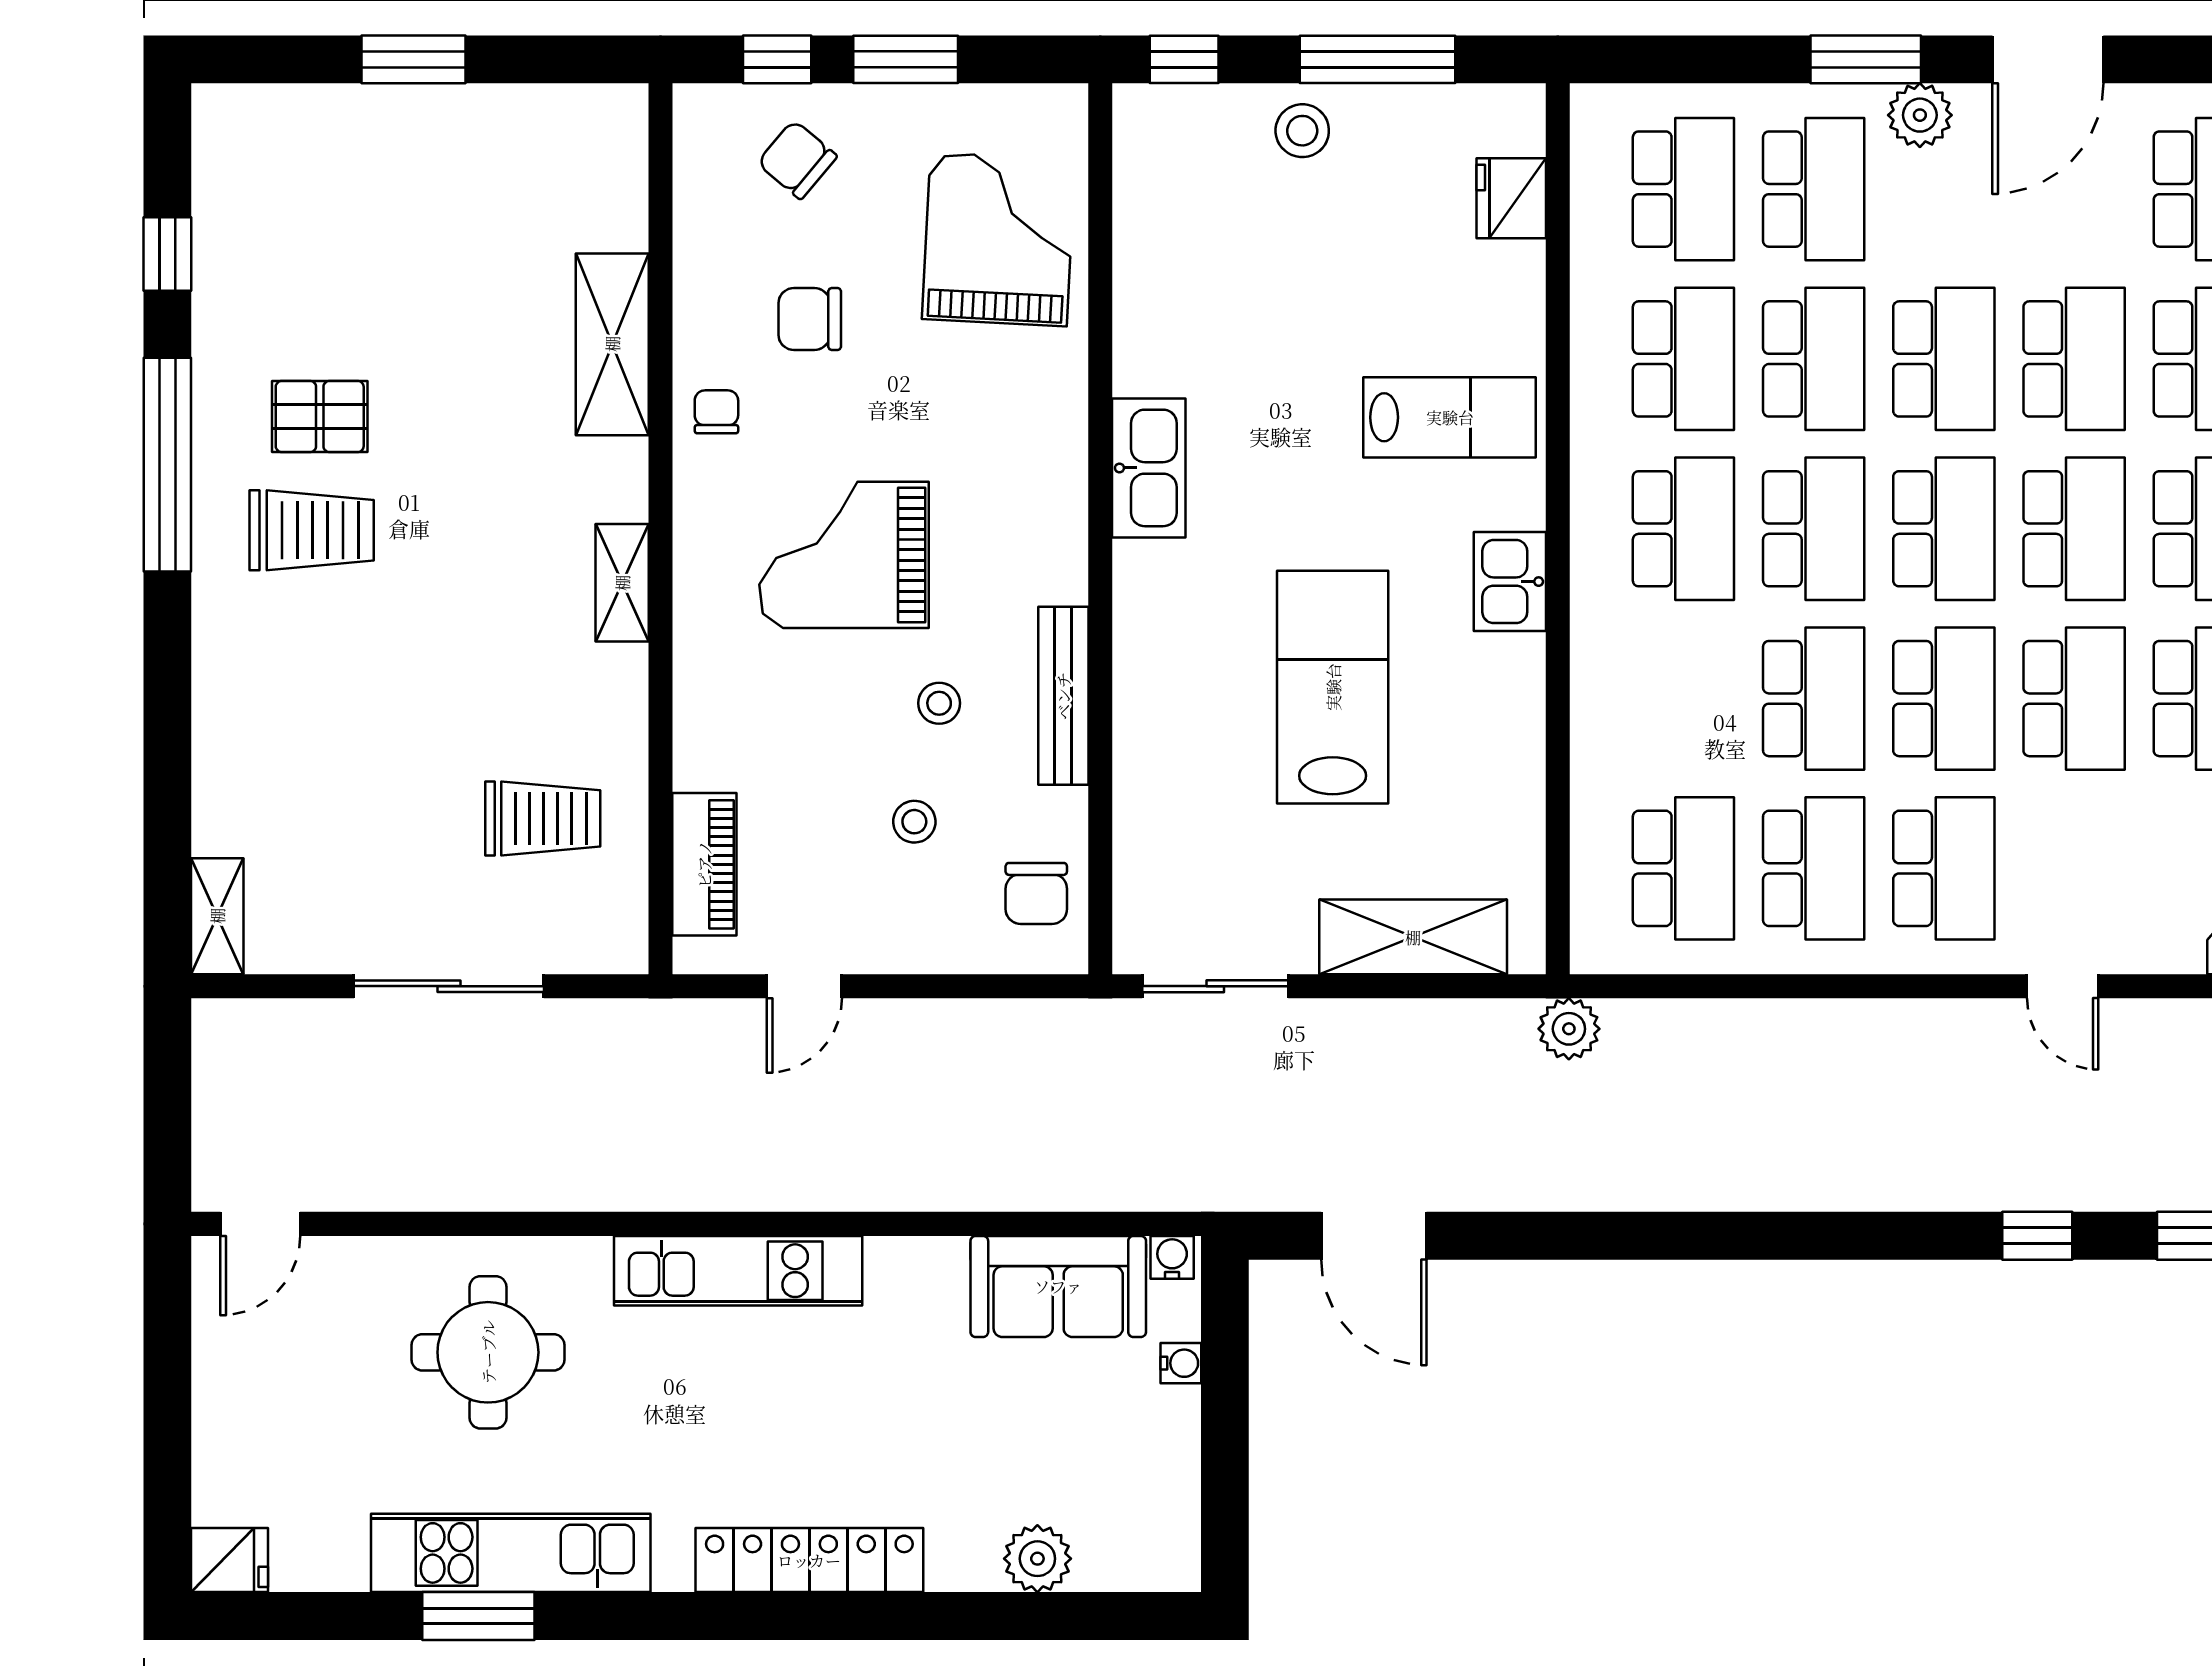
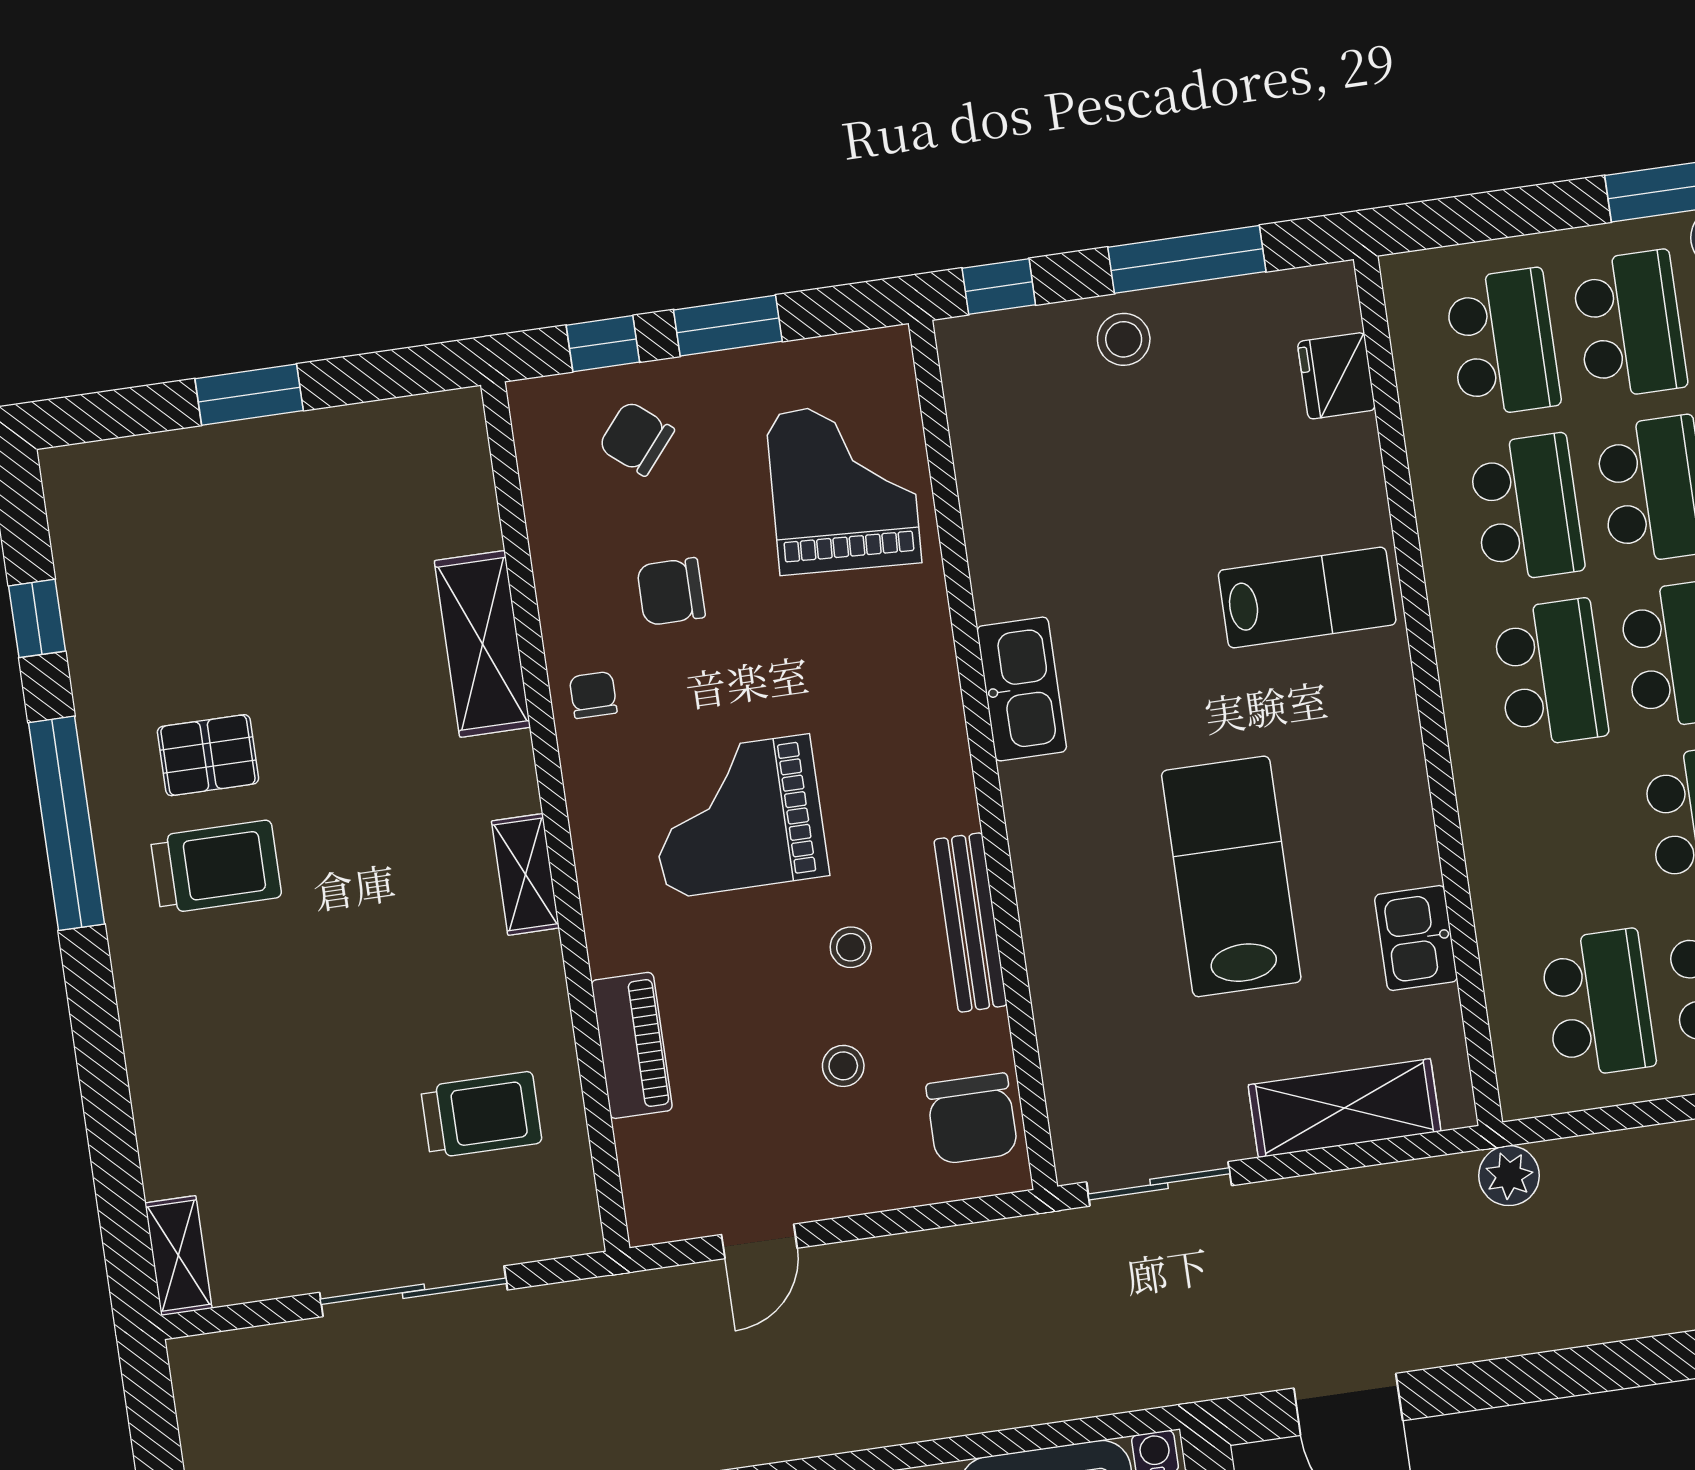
kitchen sink: (1510, 582) -> (1416, 938), moved
piano: (704, 864) -> (632, 1045), moved
chair: (1036, 893) -> (972, 1119), width x1.37, depth x1.37

